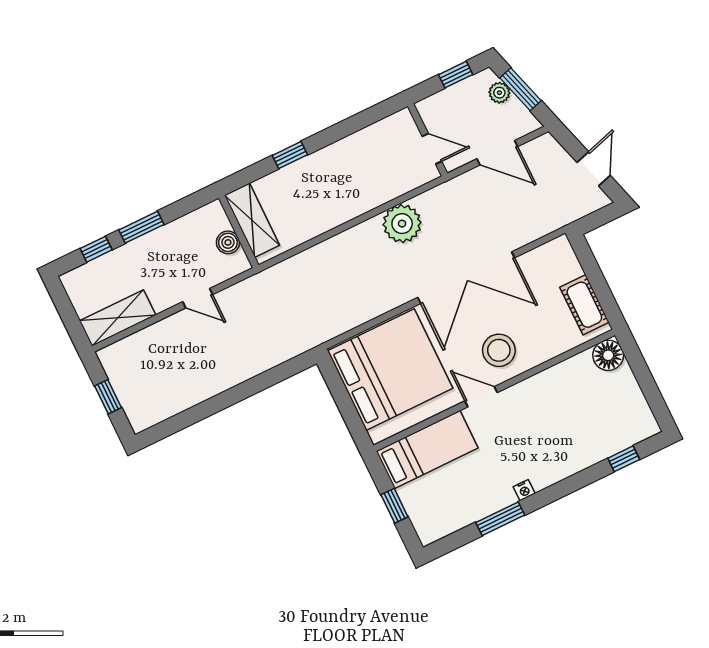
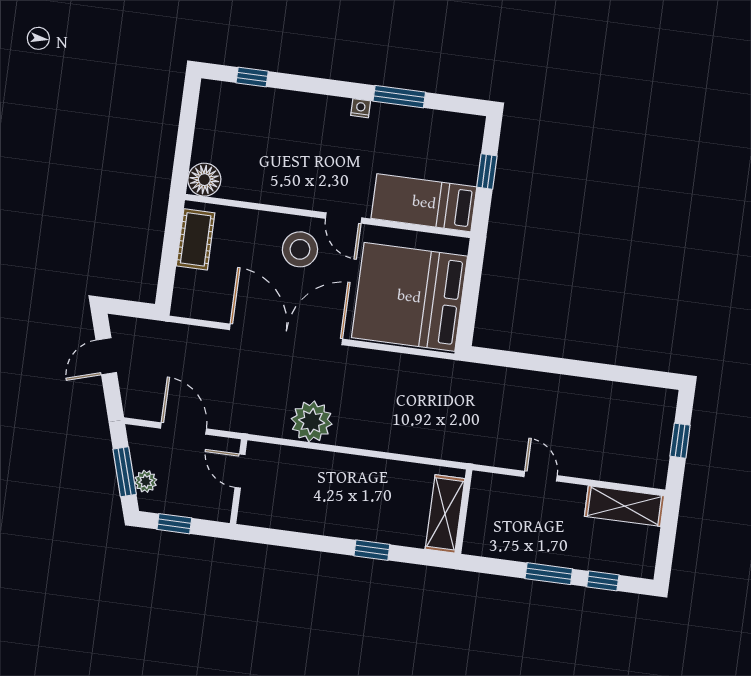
boiler: (228, 242) -> (480, 508), removed

